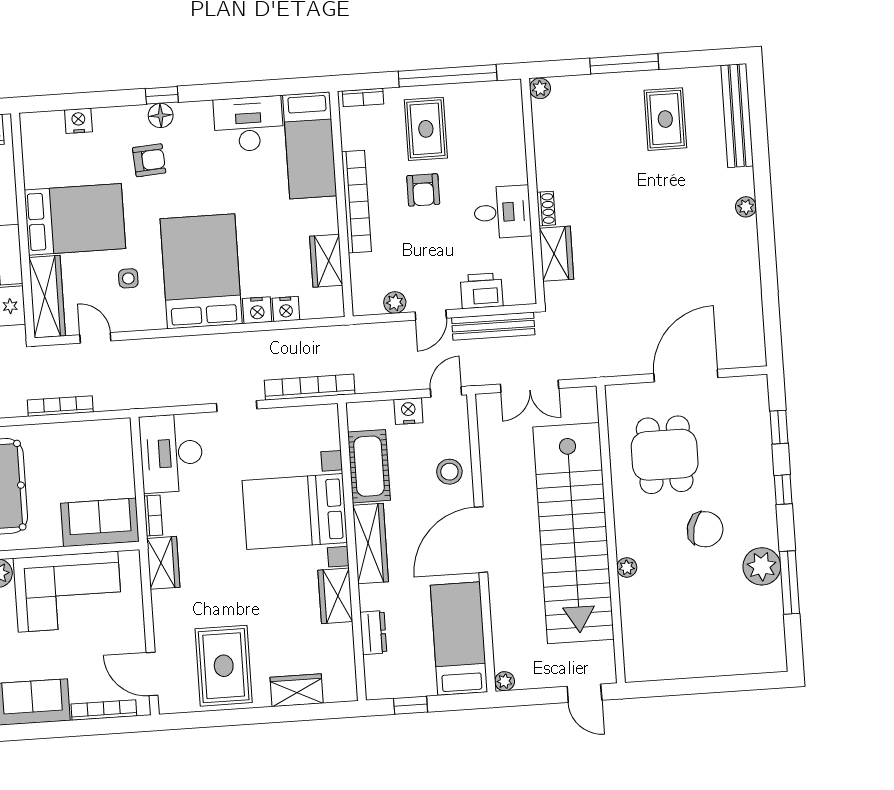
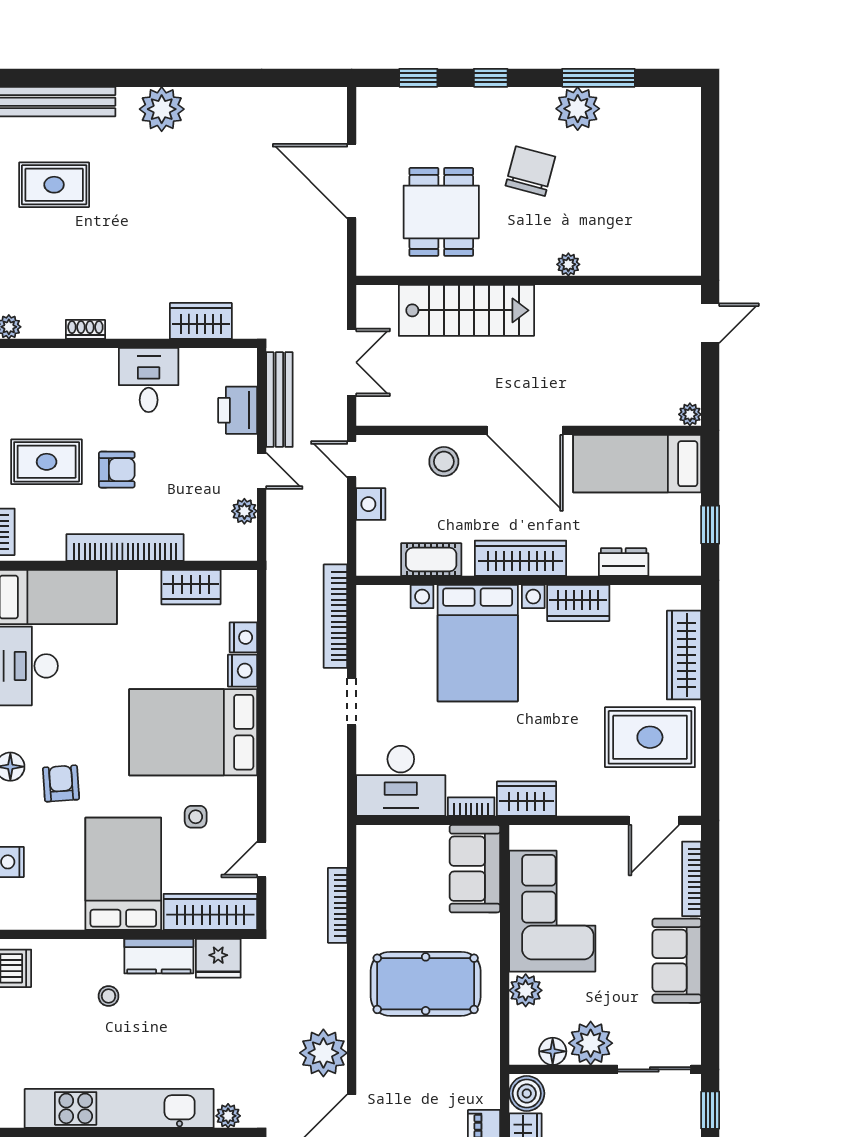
plant: (746, 207) -> (162, 109), width x1.88, depth x1.88
shoe rack: (546, 209) -> (85, 329), moved
dining table: (665, 455) -> (441, 212), turned 90
cot: (369, 466) -> (431, 560), width x0.73, depth x0.75
stairs: (573, 533) -> (466, 310), width x0.54, depth x0.66
wardrobe: (297, 690) -> (684, 655), width x1.50

